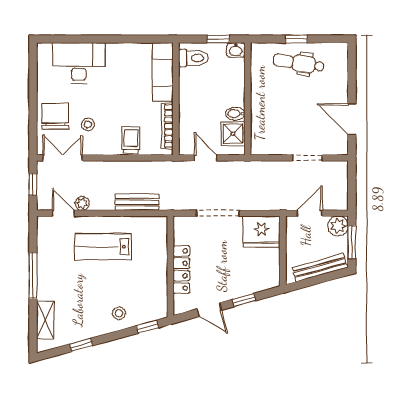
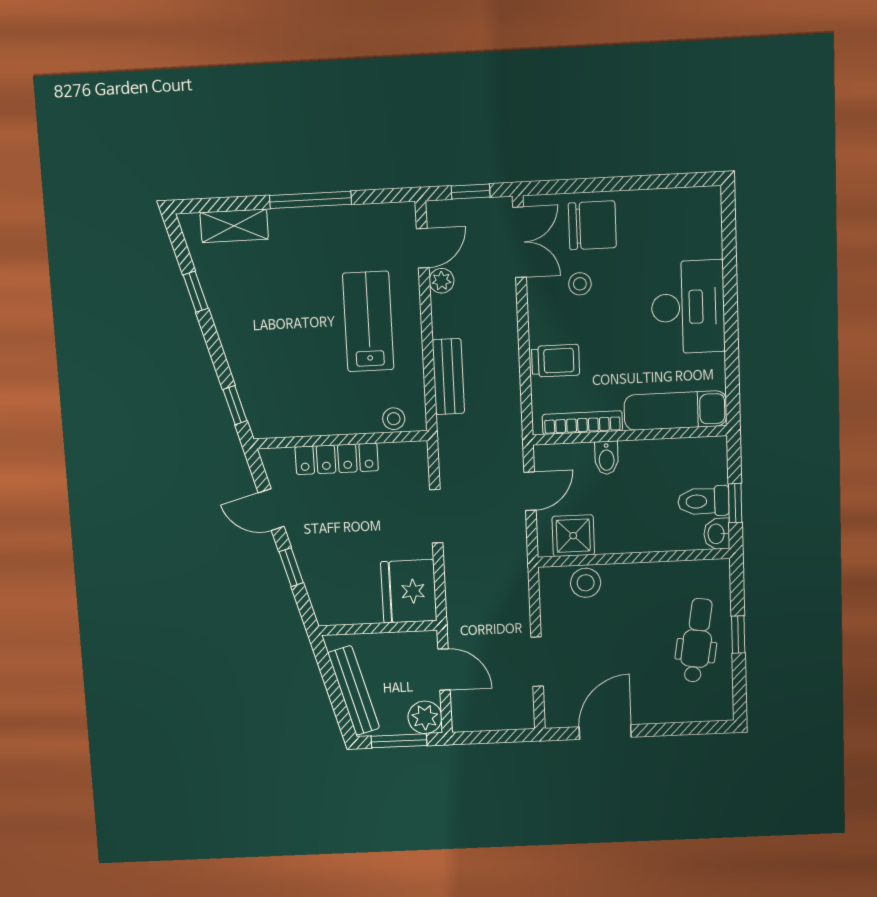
toilet: (193, 58) -> (703, 501), moved, turned 90
desk: (79, 63) -> (688, 307), moved
bidet: (235, 114) -> (607, 458), moved, turned 180
stool: (261, 127) -> (586, 583), added
doorway: (218, 213) -> (436, 516), width x0.73
door: (209, 310) -> (271, 510), hinge flipped
stool: (119, 313) -> (394, 419), moved

